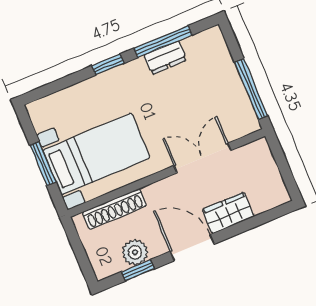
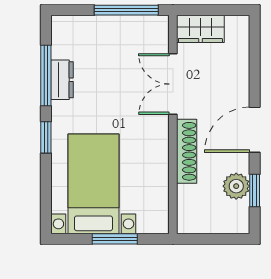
bed with nightstands: (96, 154) -> (93, 184), moved
shoe rack: (114, 209) -> (187, 151), moved
wardrobe: (228, 213) -> (200, 29), moved, turned -90

